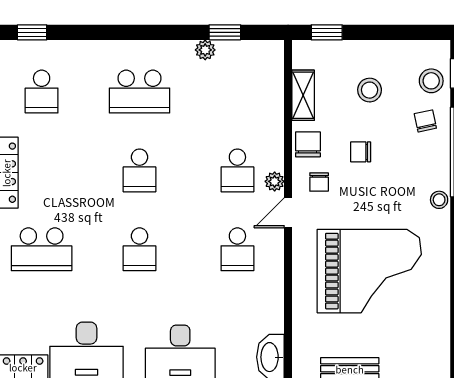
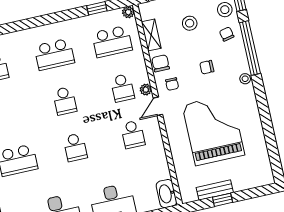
plant: (205, 50) -> (128, 12), moved
school desk: (237, 92) -> (112, 41), added
chair: (361, 152) -> (207, 67), moved
grand piano: (369, 271) -> (213, 130), turned -90

